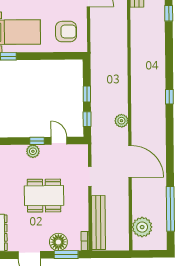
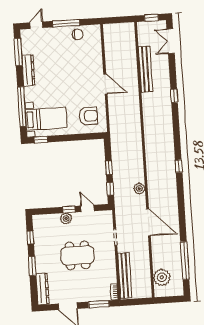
floor lamp: (58, 242) -> (92, 294), removed

